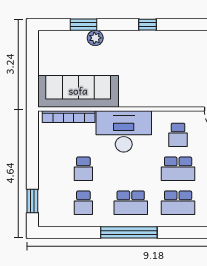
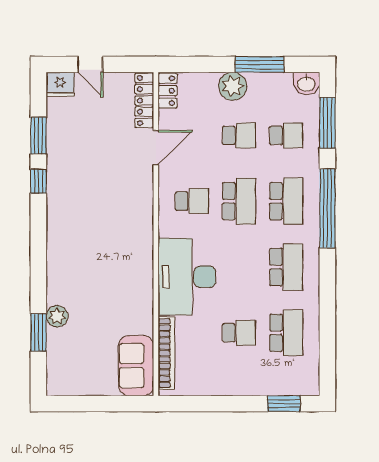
window: (148, 25) -> (38, 181), moved
sofa: (78, 91) -> (136, 366), width x0.54, depth x0.79
school desk: (83, 203) -> (286, 333), width x1.85
window: (129, 232) -> (327, 208), moved

